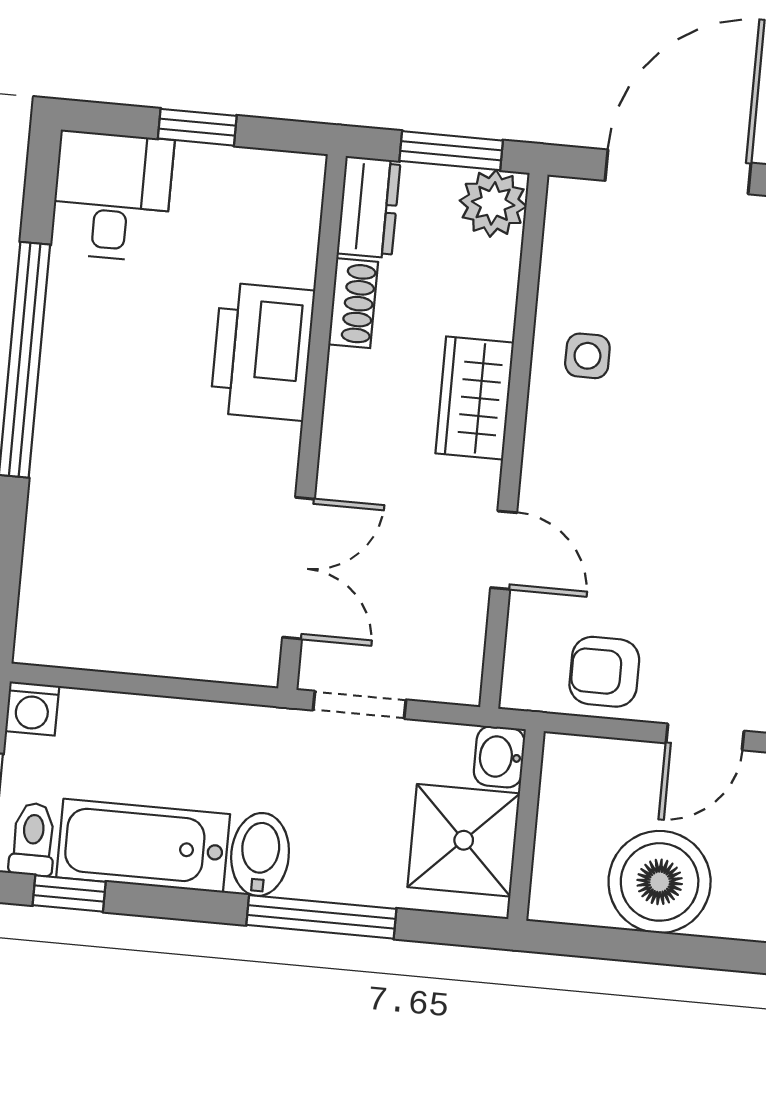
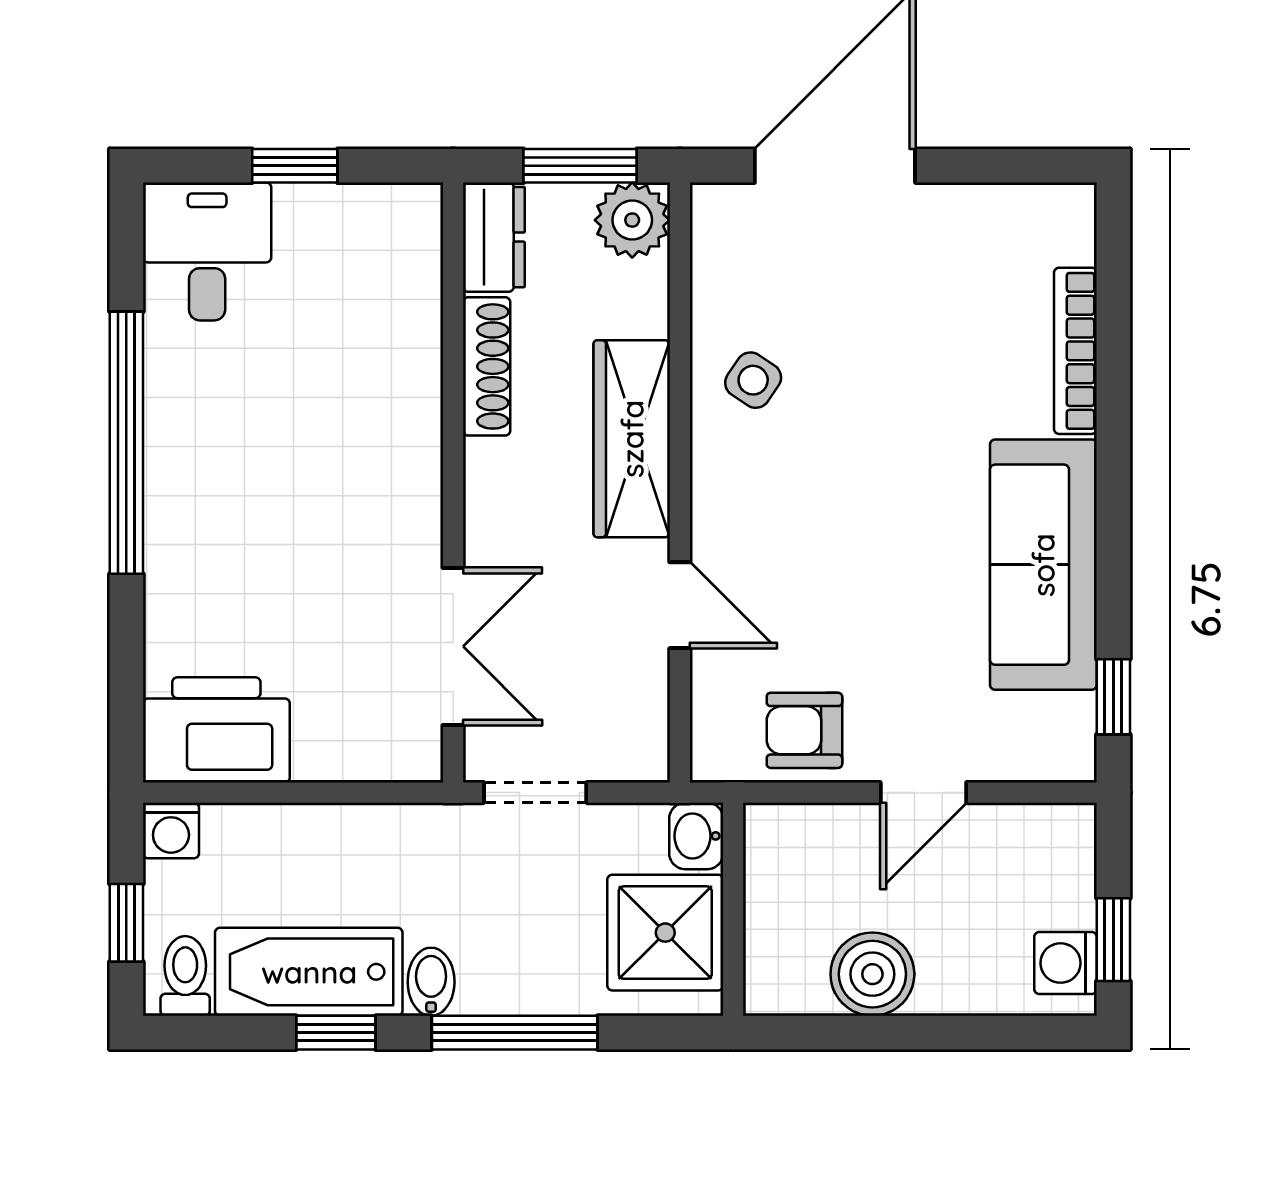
shoe rack: (353, 303) -> (487, 366), width x1.43
printer: (262, 352) -> (216, 730), moved, turned 90
side table: (587, 356) -> (753, 380), turned 34
wardrobe: (475, 398) -> (632, 439), width x1.50
bidet: (260, 854) -> (431, 982), width x0.72, depth x0.74
boiler: (660, 882) -> (872, 974), width x0.73, depth x0.73
window: (69, 893) -> (336, 1033), moved

